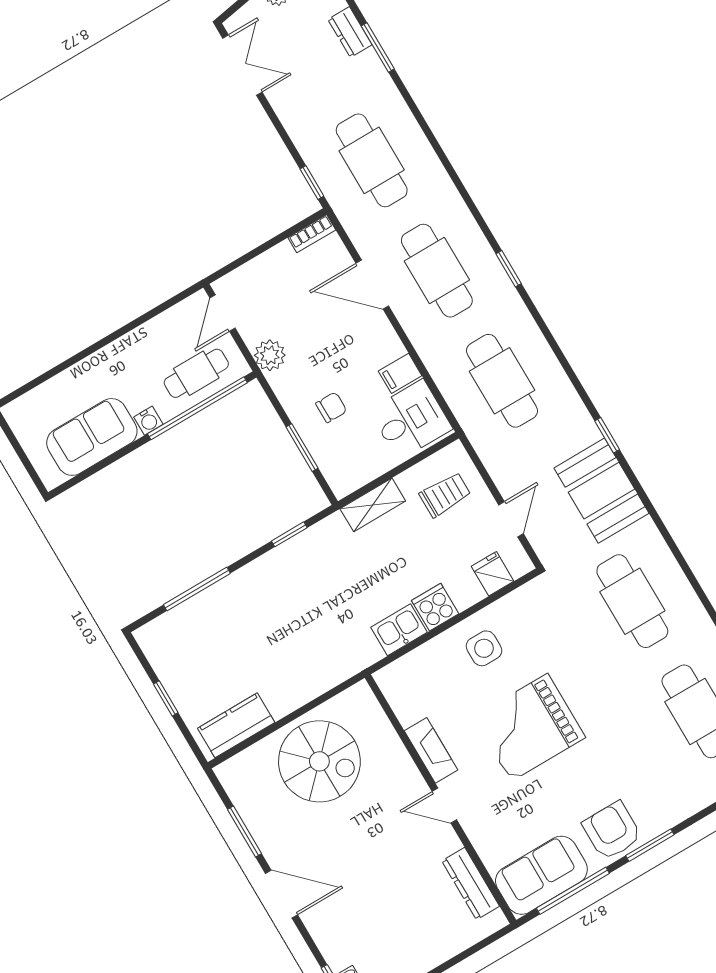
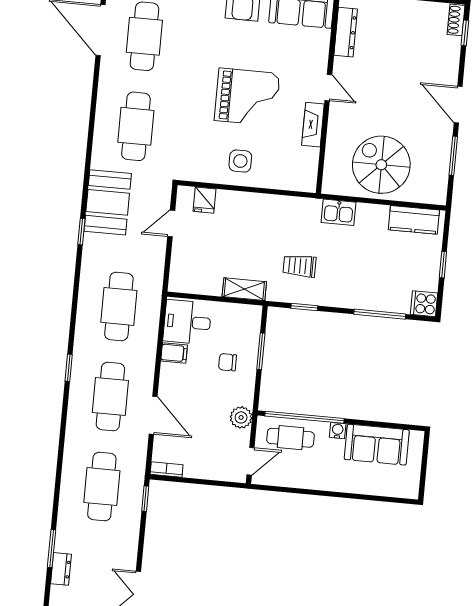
trolley: (445, 495) -> (299, 266), moved
cooker: (435, 607) -> (424, 304), moved, turned 90
kitchen sink: (399, 630) -> (338, 212), moved

